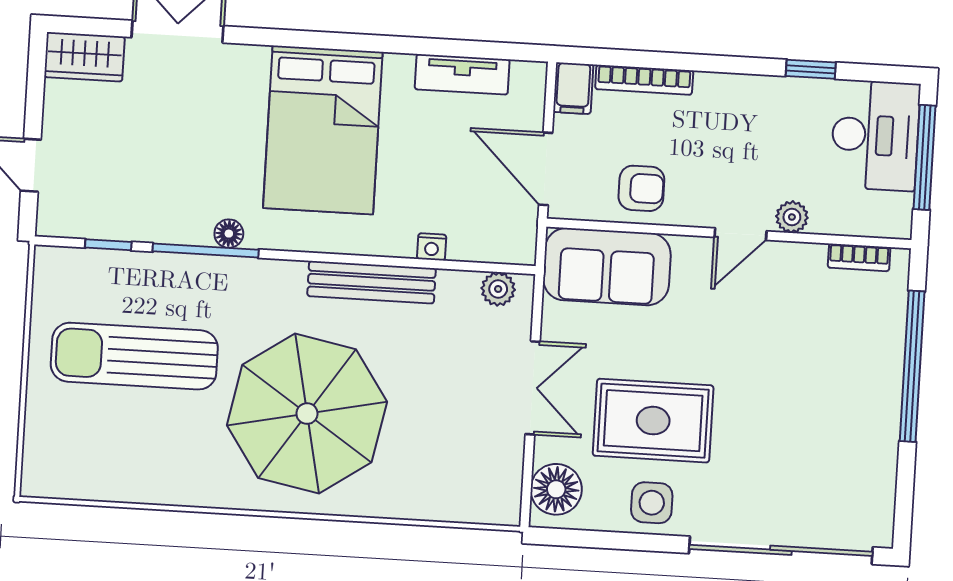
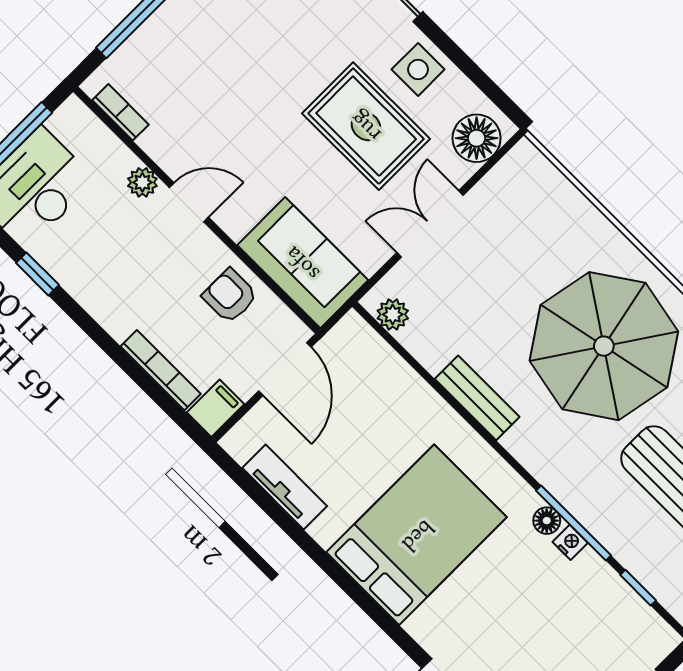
nightstand: (432, 247) -> (570, 542), moved
bench: (372, 282) -> (477, 398), width x0.73

